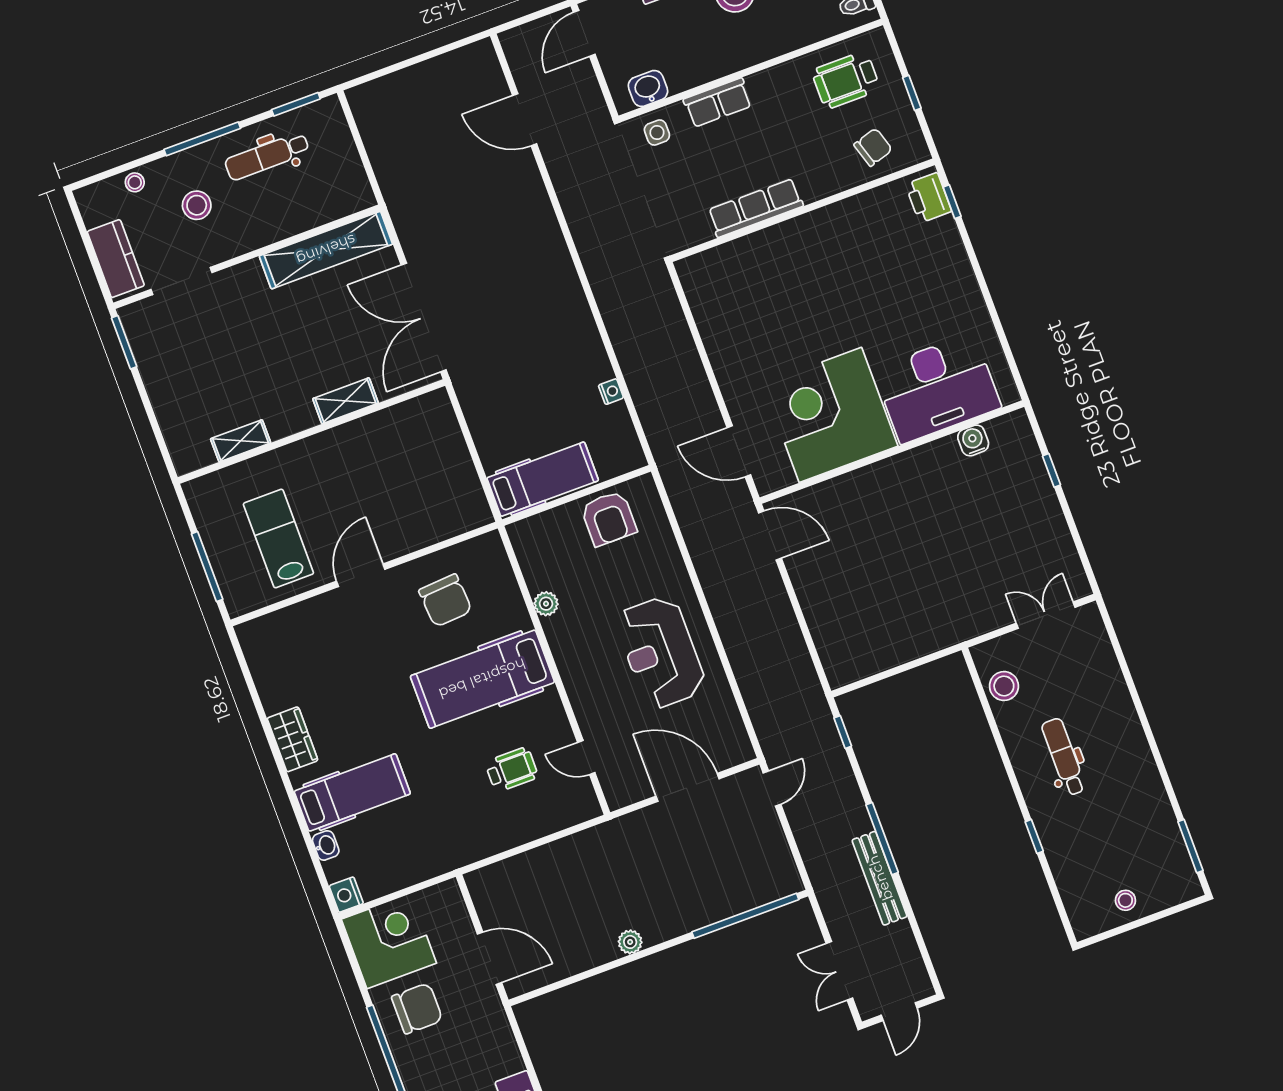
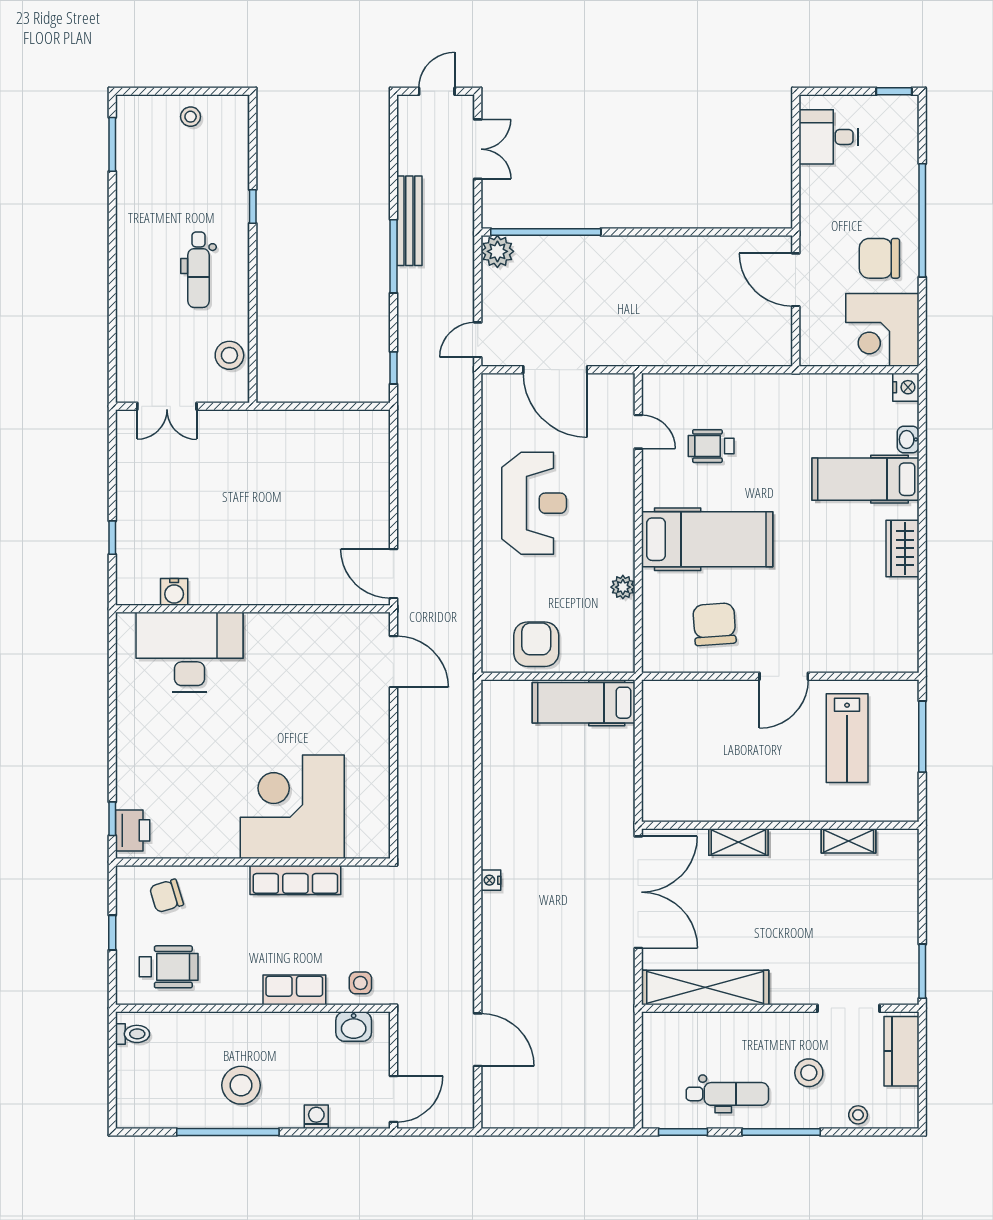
nightstand: (611, 392) -> (491, 880), moved
corner desk: (830, 415) -> (292, 807), moved, turned 180
plant: (630, 942) -> (497, 251), moved, width x1.38, depth x1.38

